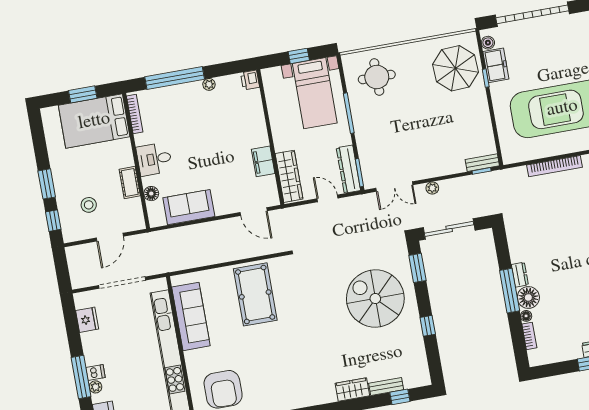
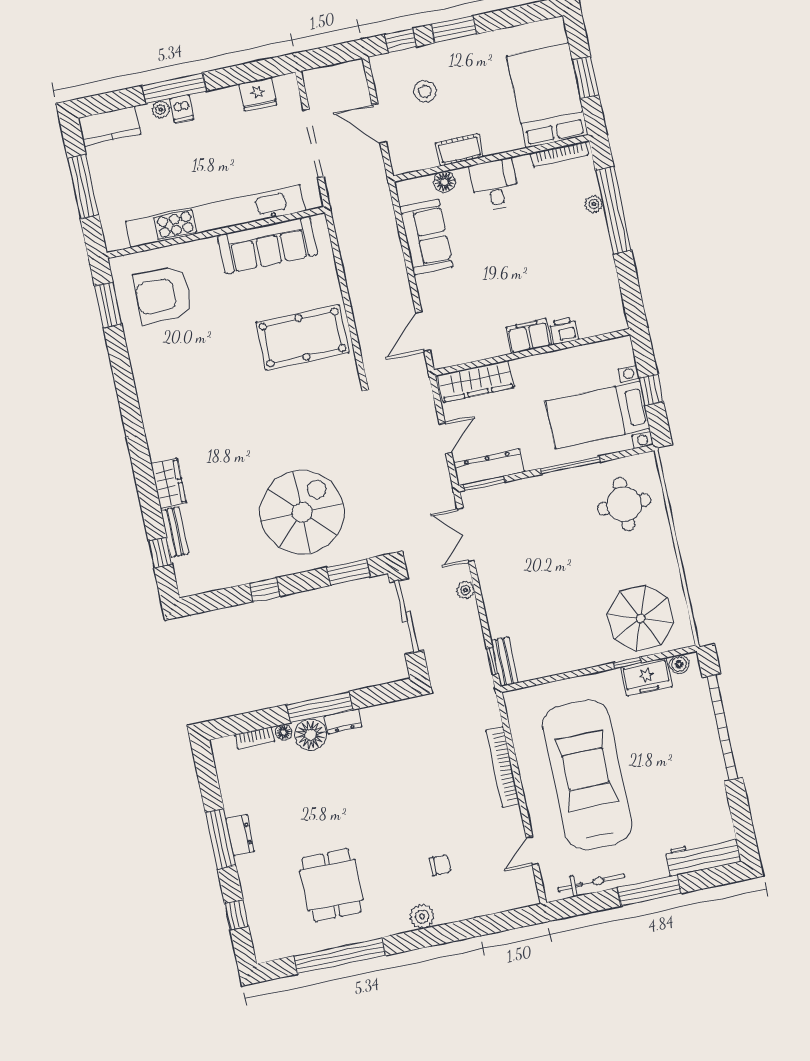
printer: (250, 80) -> (564, 331), moved
plant: (209, 84) -> (594, 204), moved
filing cabinet: (263, 161) -> (529, 336), moved

